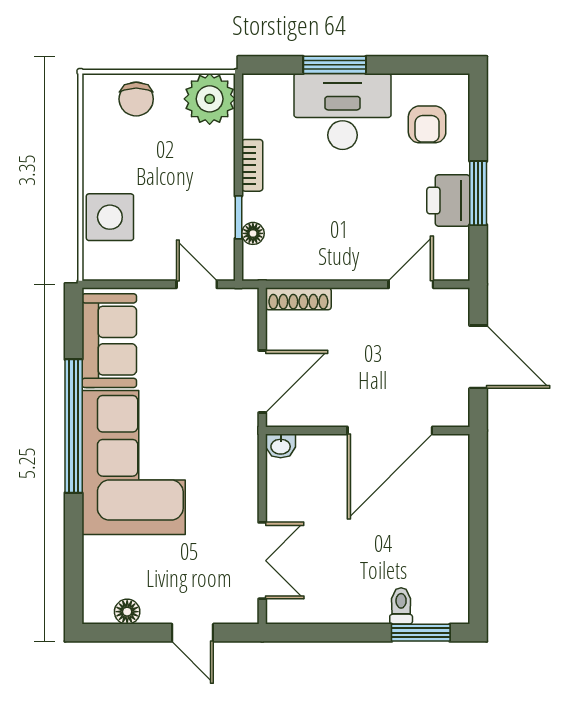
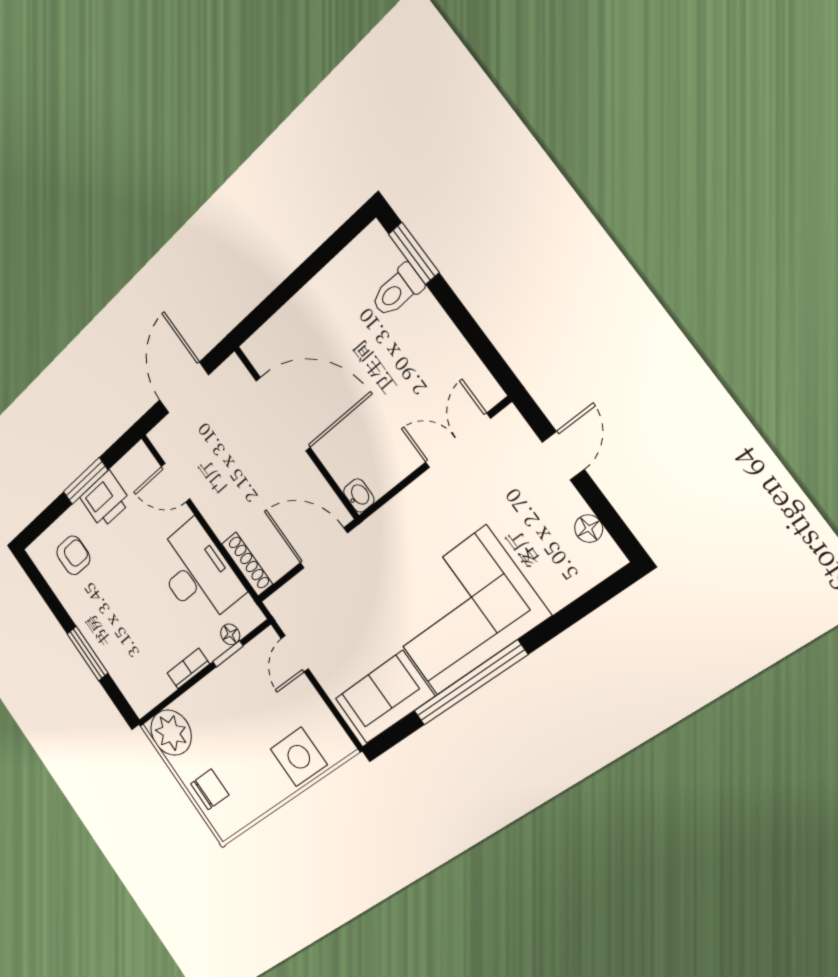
desk: (343, 112) -> (197, 573), moved, turned 180
toilet: (401, 606) -> (397, 291), width x1.37, depth x1.39

